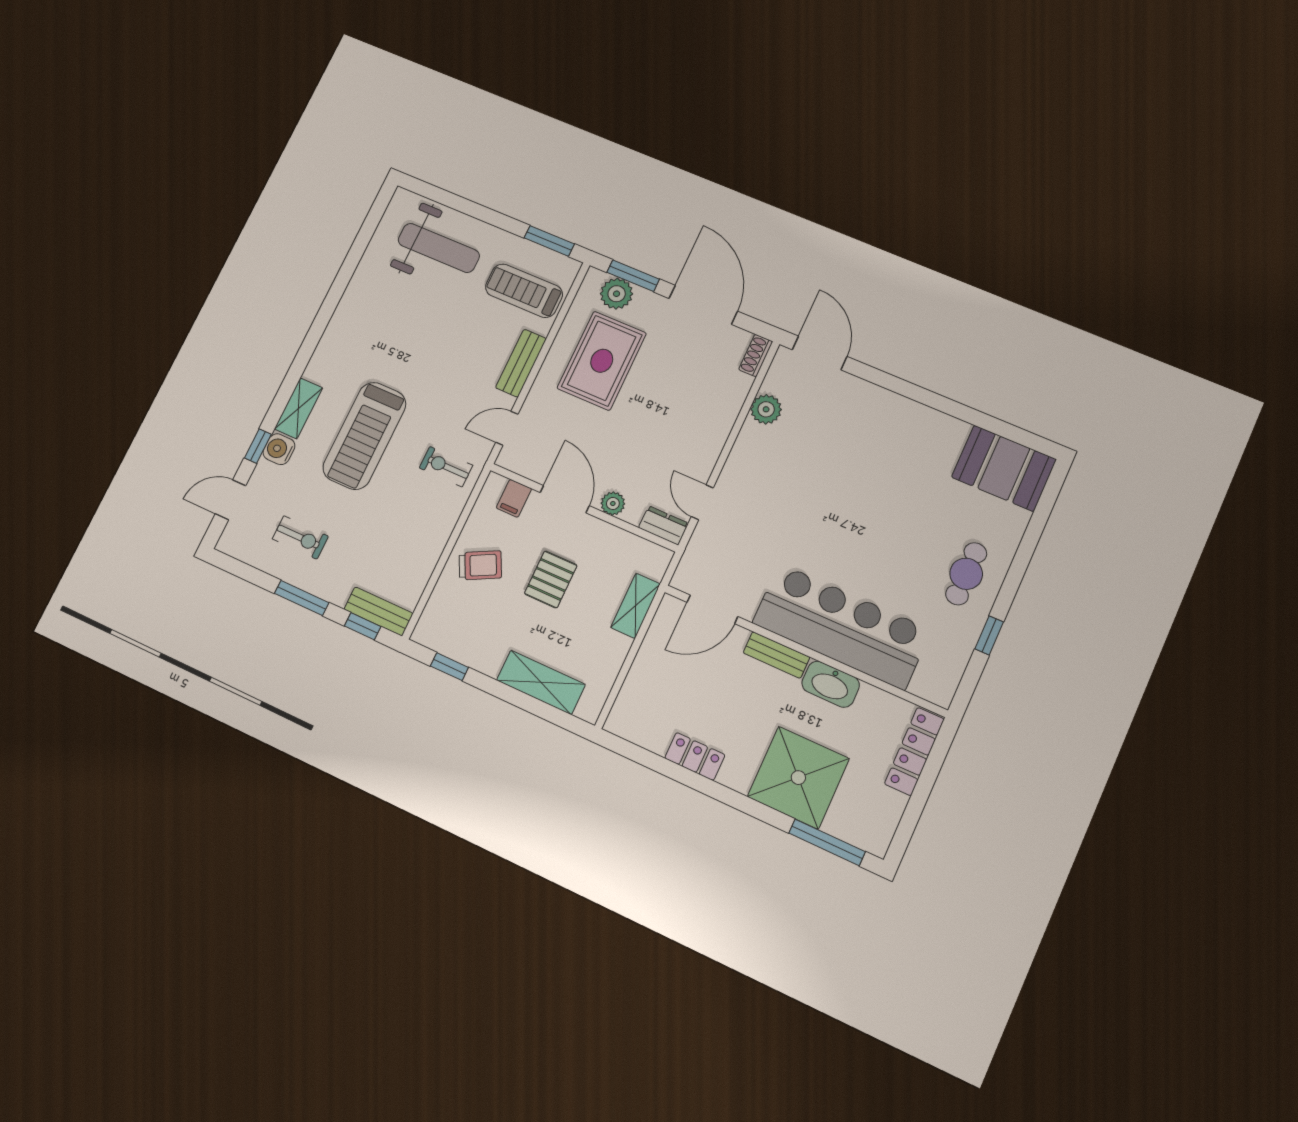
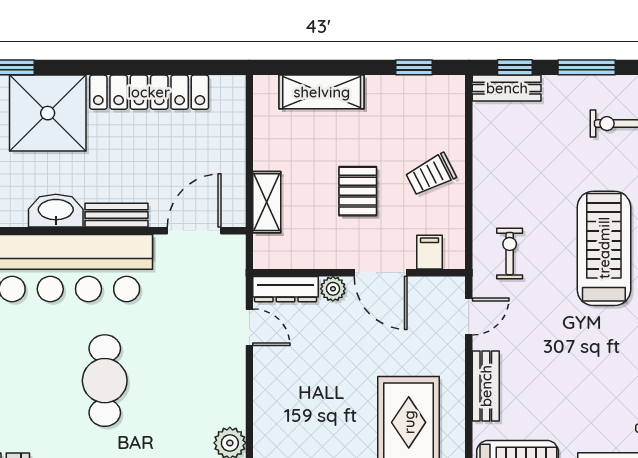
exercise bike: (446, 467) -> (510, 254), turned -90
cafe table: (854, 512) -> (105, 381), added
dresser: (663, 525) -> (286, 289), width x1.44
locker: (695, 756) -> (149, 92), width x2.16, depth x1.21

